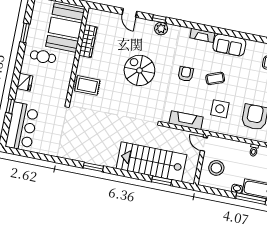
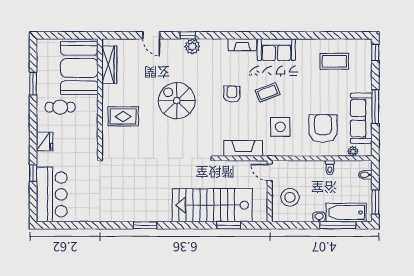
wardrobe: (88, 41) -> (109, 65), moved
rug: (87, 85) -> (123, 116), moved

